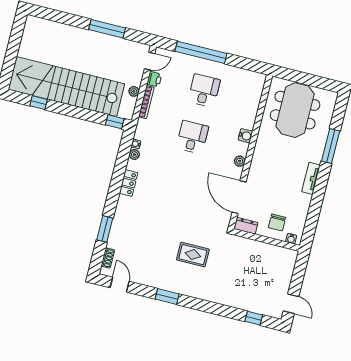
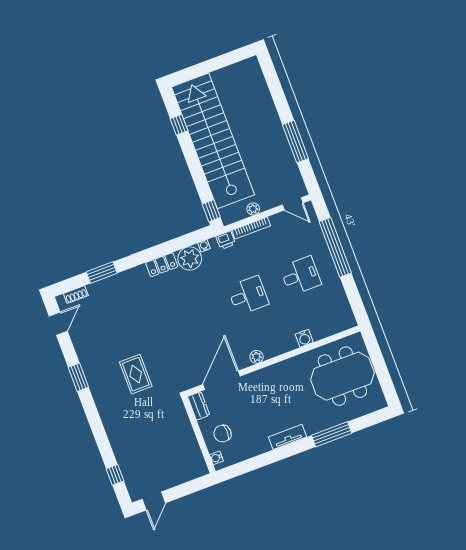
printer: (154, 79) -> (226, 240), moved
water cooler: (245, 136) -> (304, 338), moved
plant: (134, 155) -> (190, 258), width x1.88, depth x1.88

